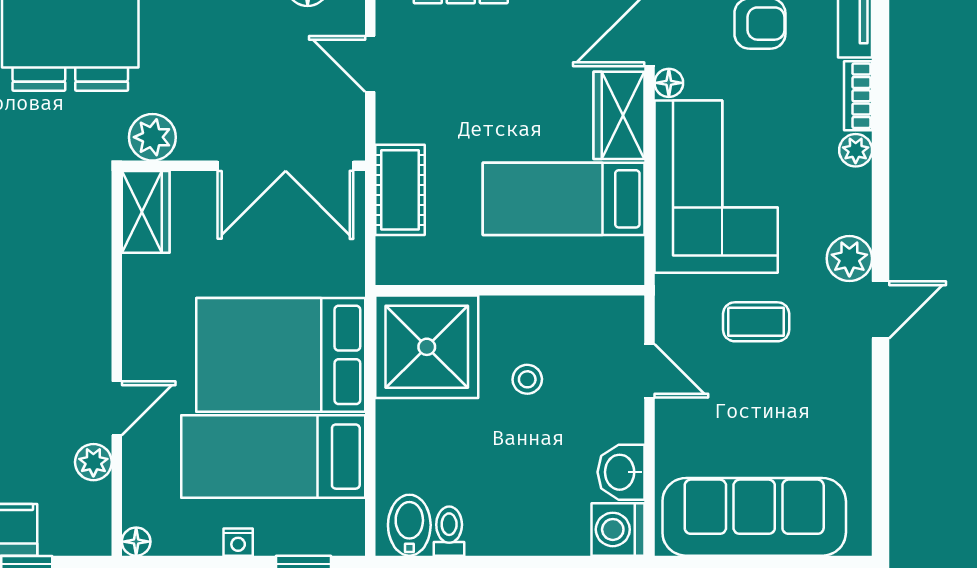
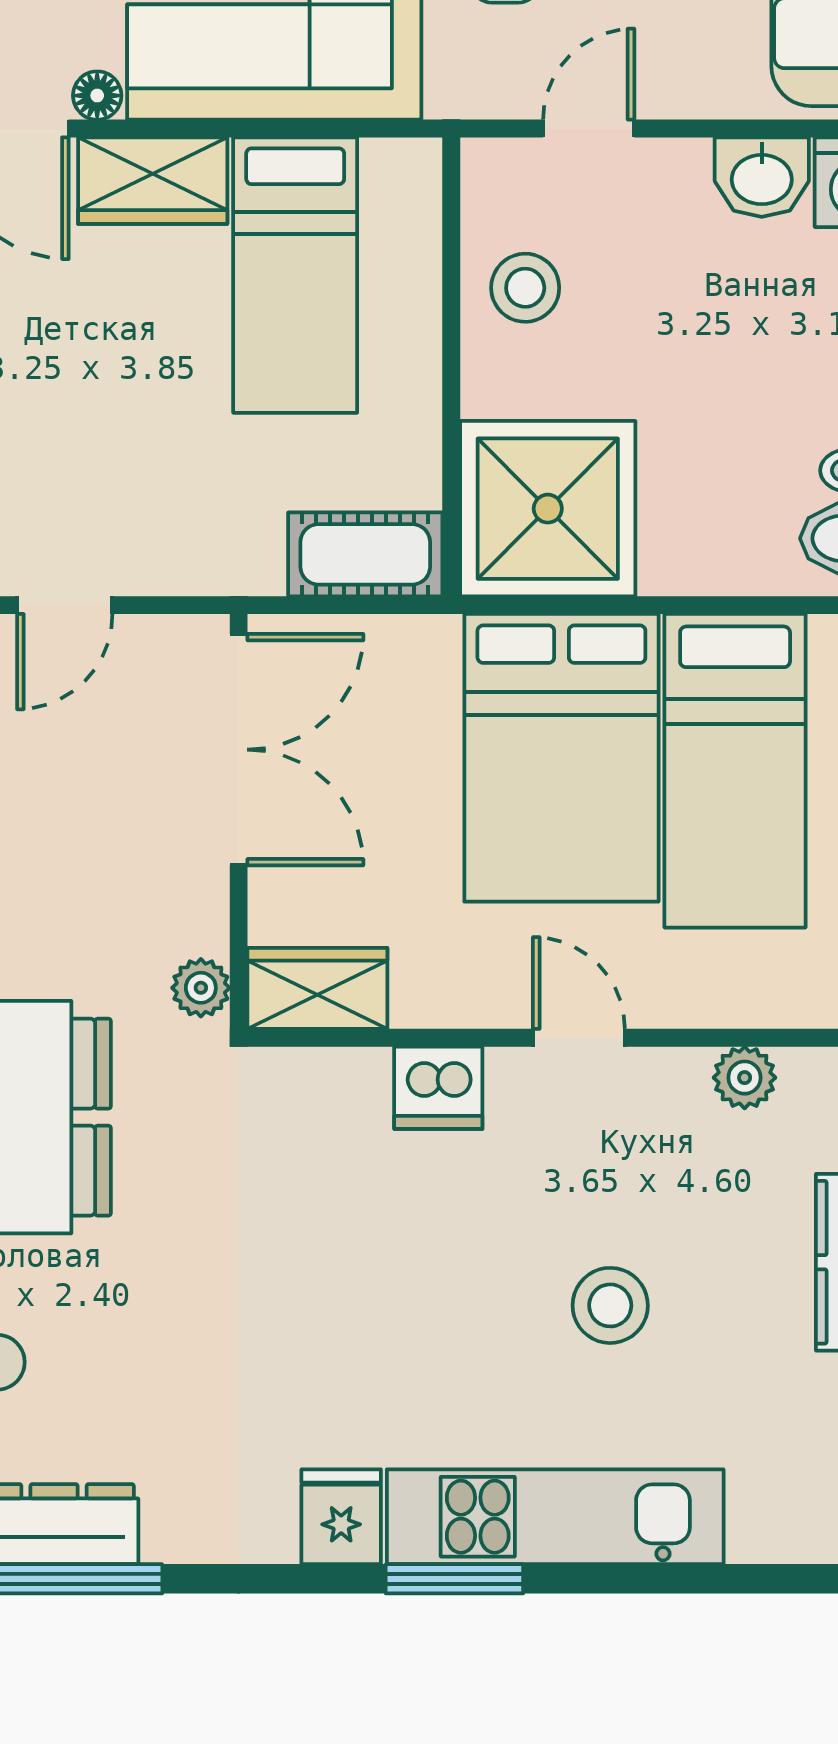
plant: (152, 137) -> (201, 988), width x0.73, depth x0.73
cot: (400, 190) -> (365, 554), moved
dishwasher: (87, 283) -> (438, 1088), added
stool: (527, 379) -> (525, 288), moved, width x1.37, depth x1.37
door: (117, 408) -> (579, 1038), moved

